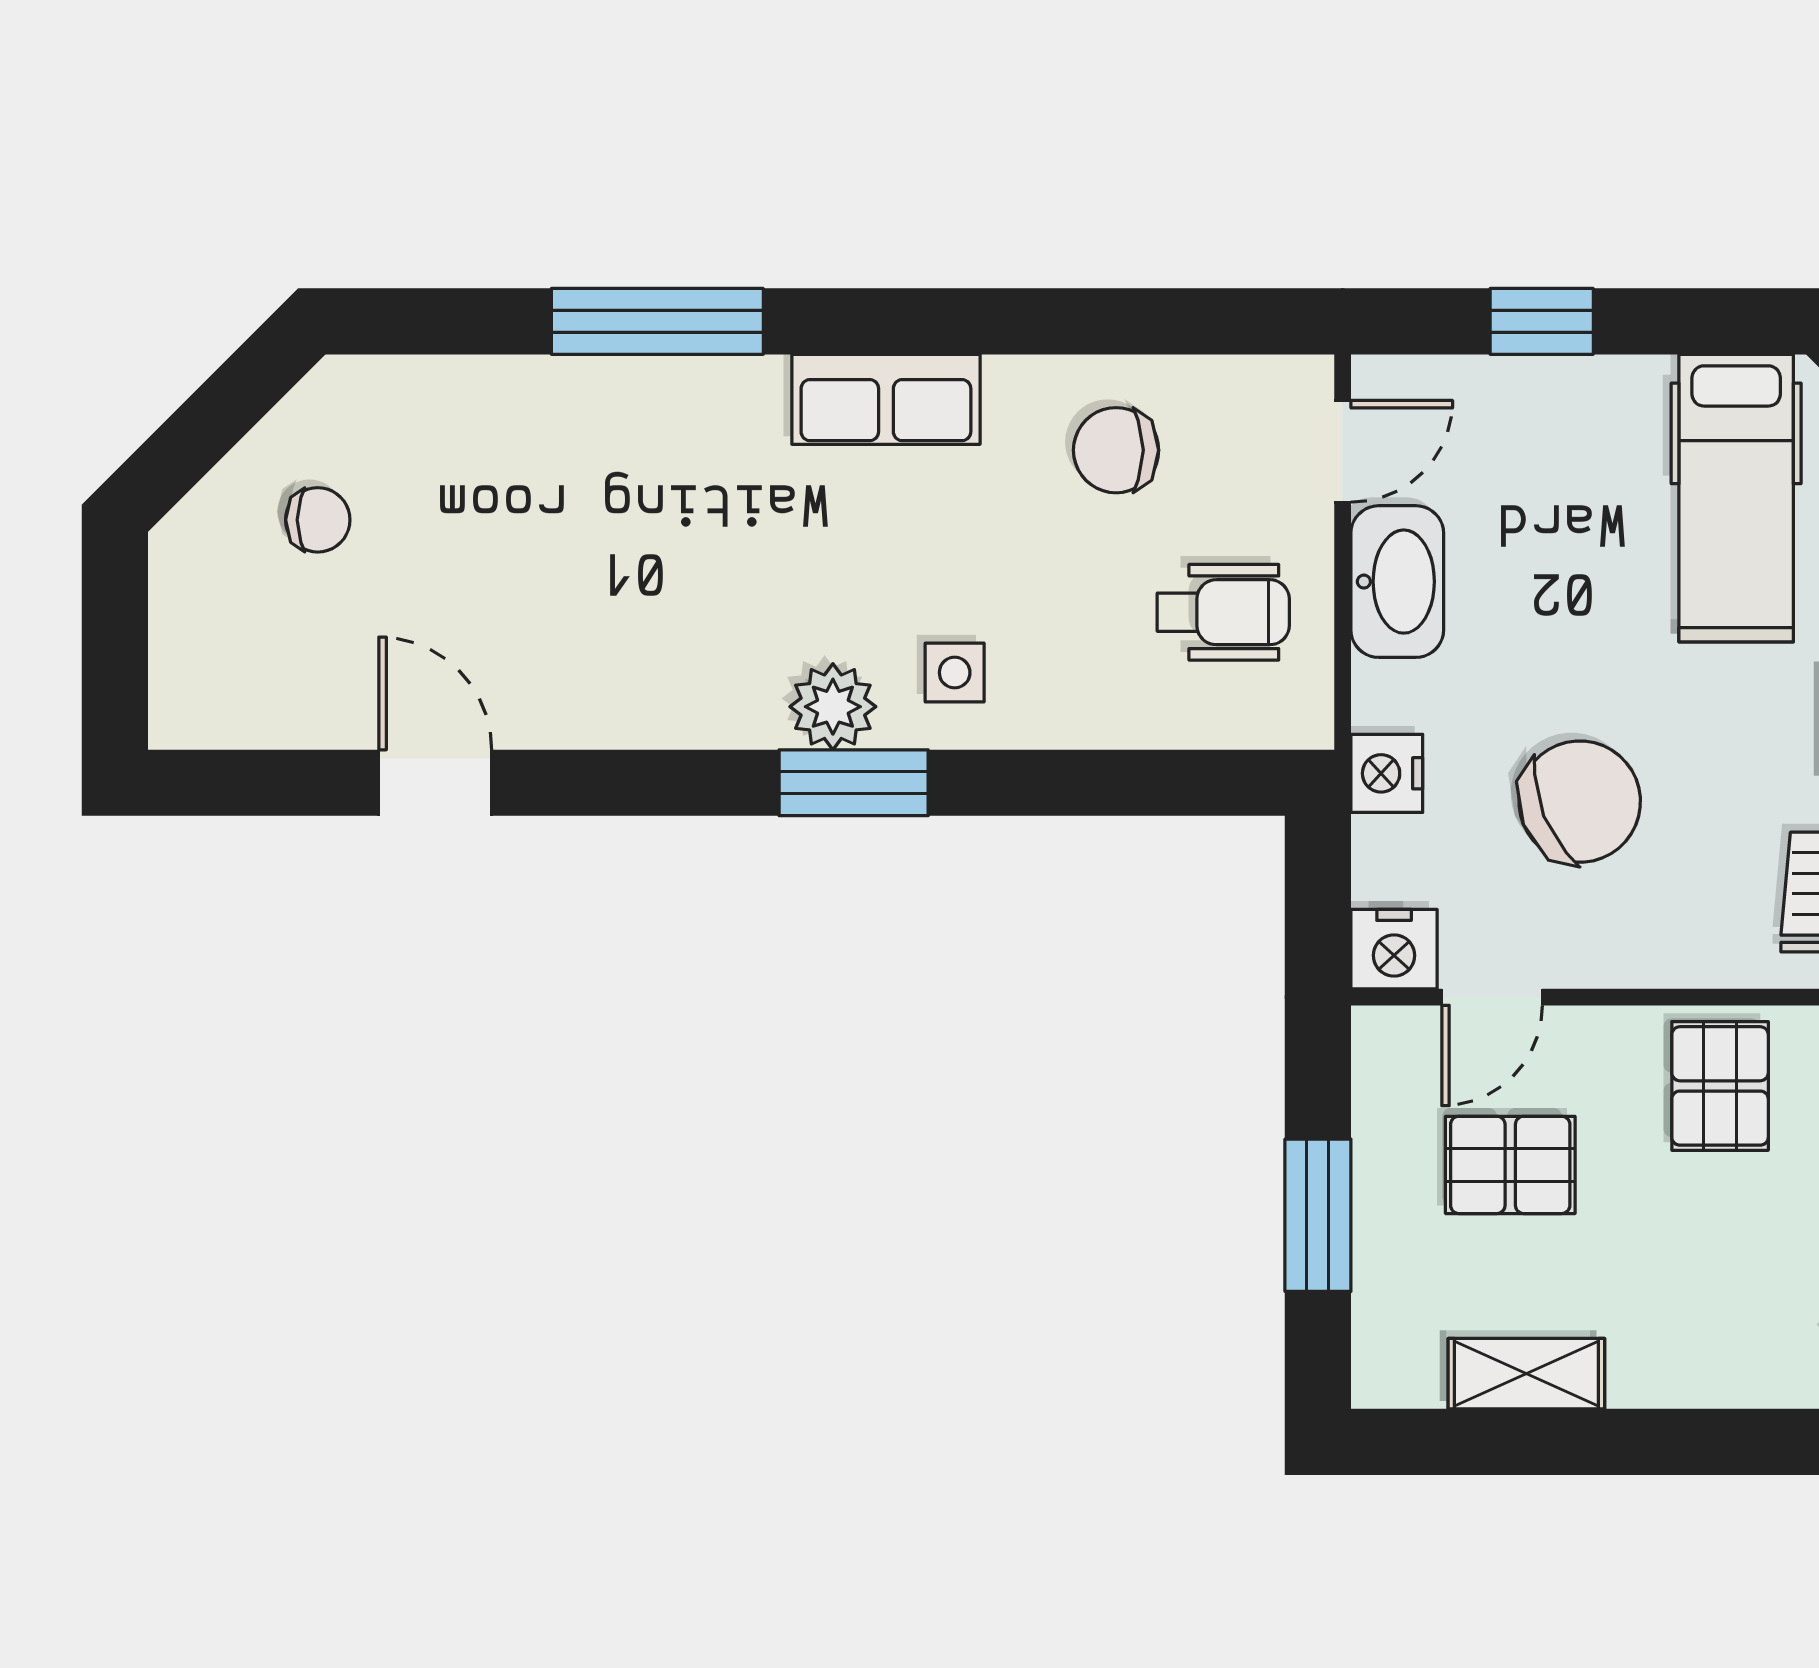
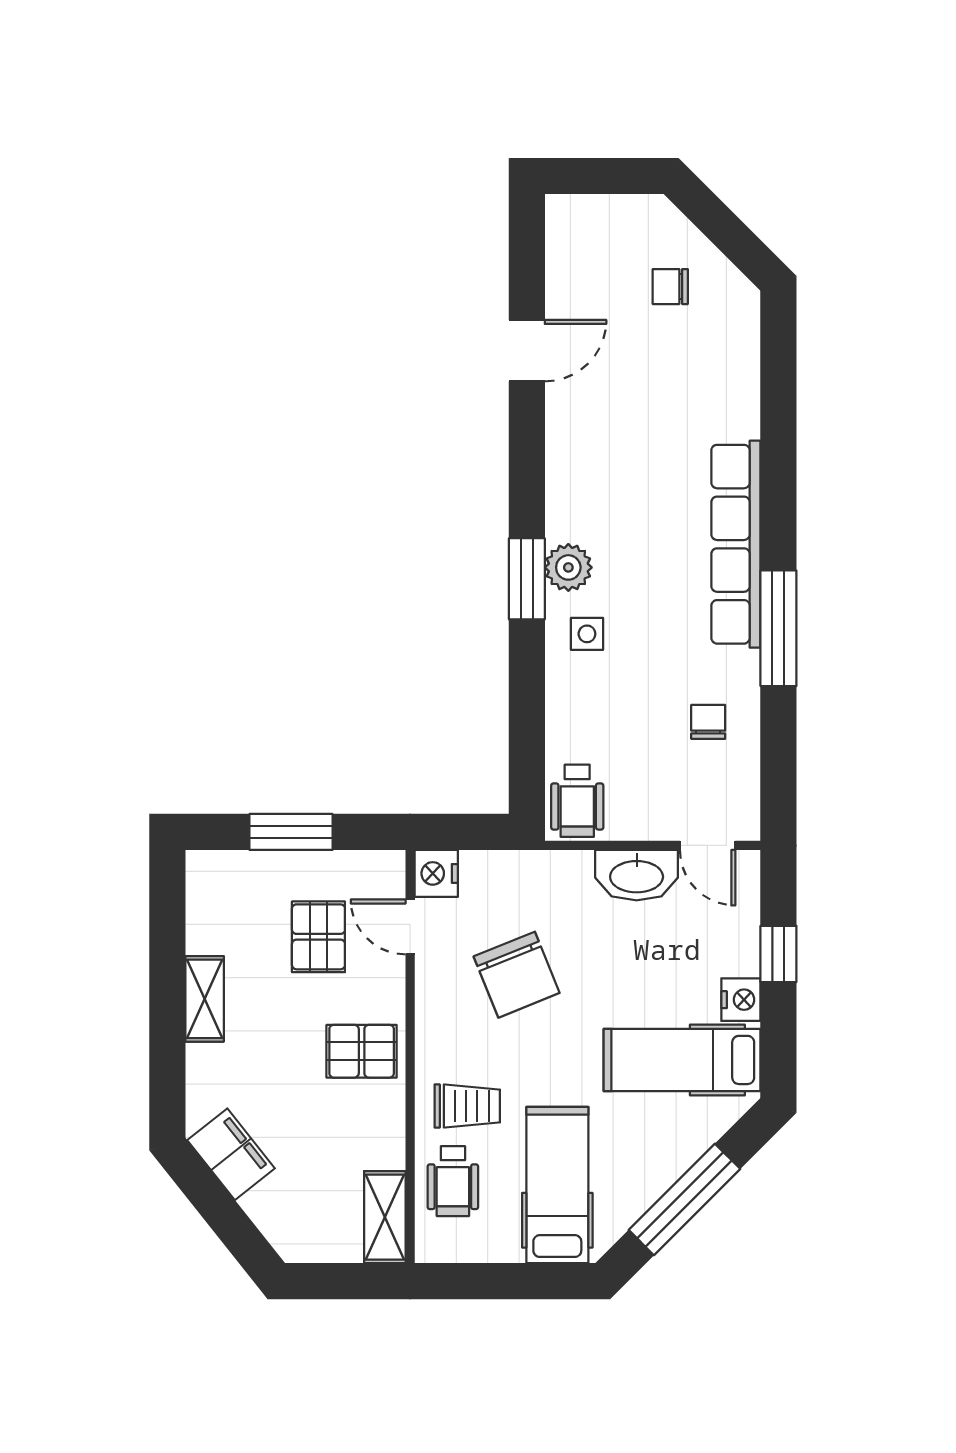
window: (657, 321) -> (778, 628), moved
row of seats: (886, 399) -> (736, 544), width x2.02
chair: (1116, 450) -> (708, 722), width x0.73, depth x0.73
chair: (318, 520) -> (670, 287), turned 90
wheelchair: (1223, 612) -> (577, 801), moved
nightstand: (1387, 773) -> (741, 1000), moved, turned 90
shelving: (1526, 1374) -> (205, 999), moved

